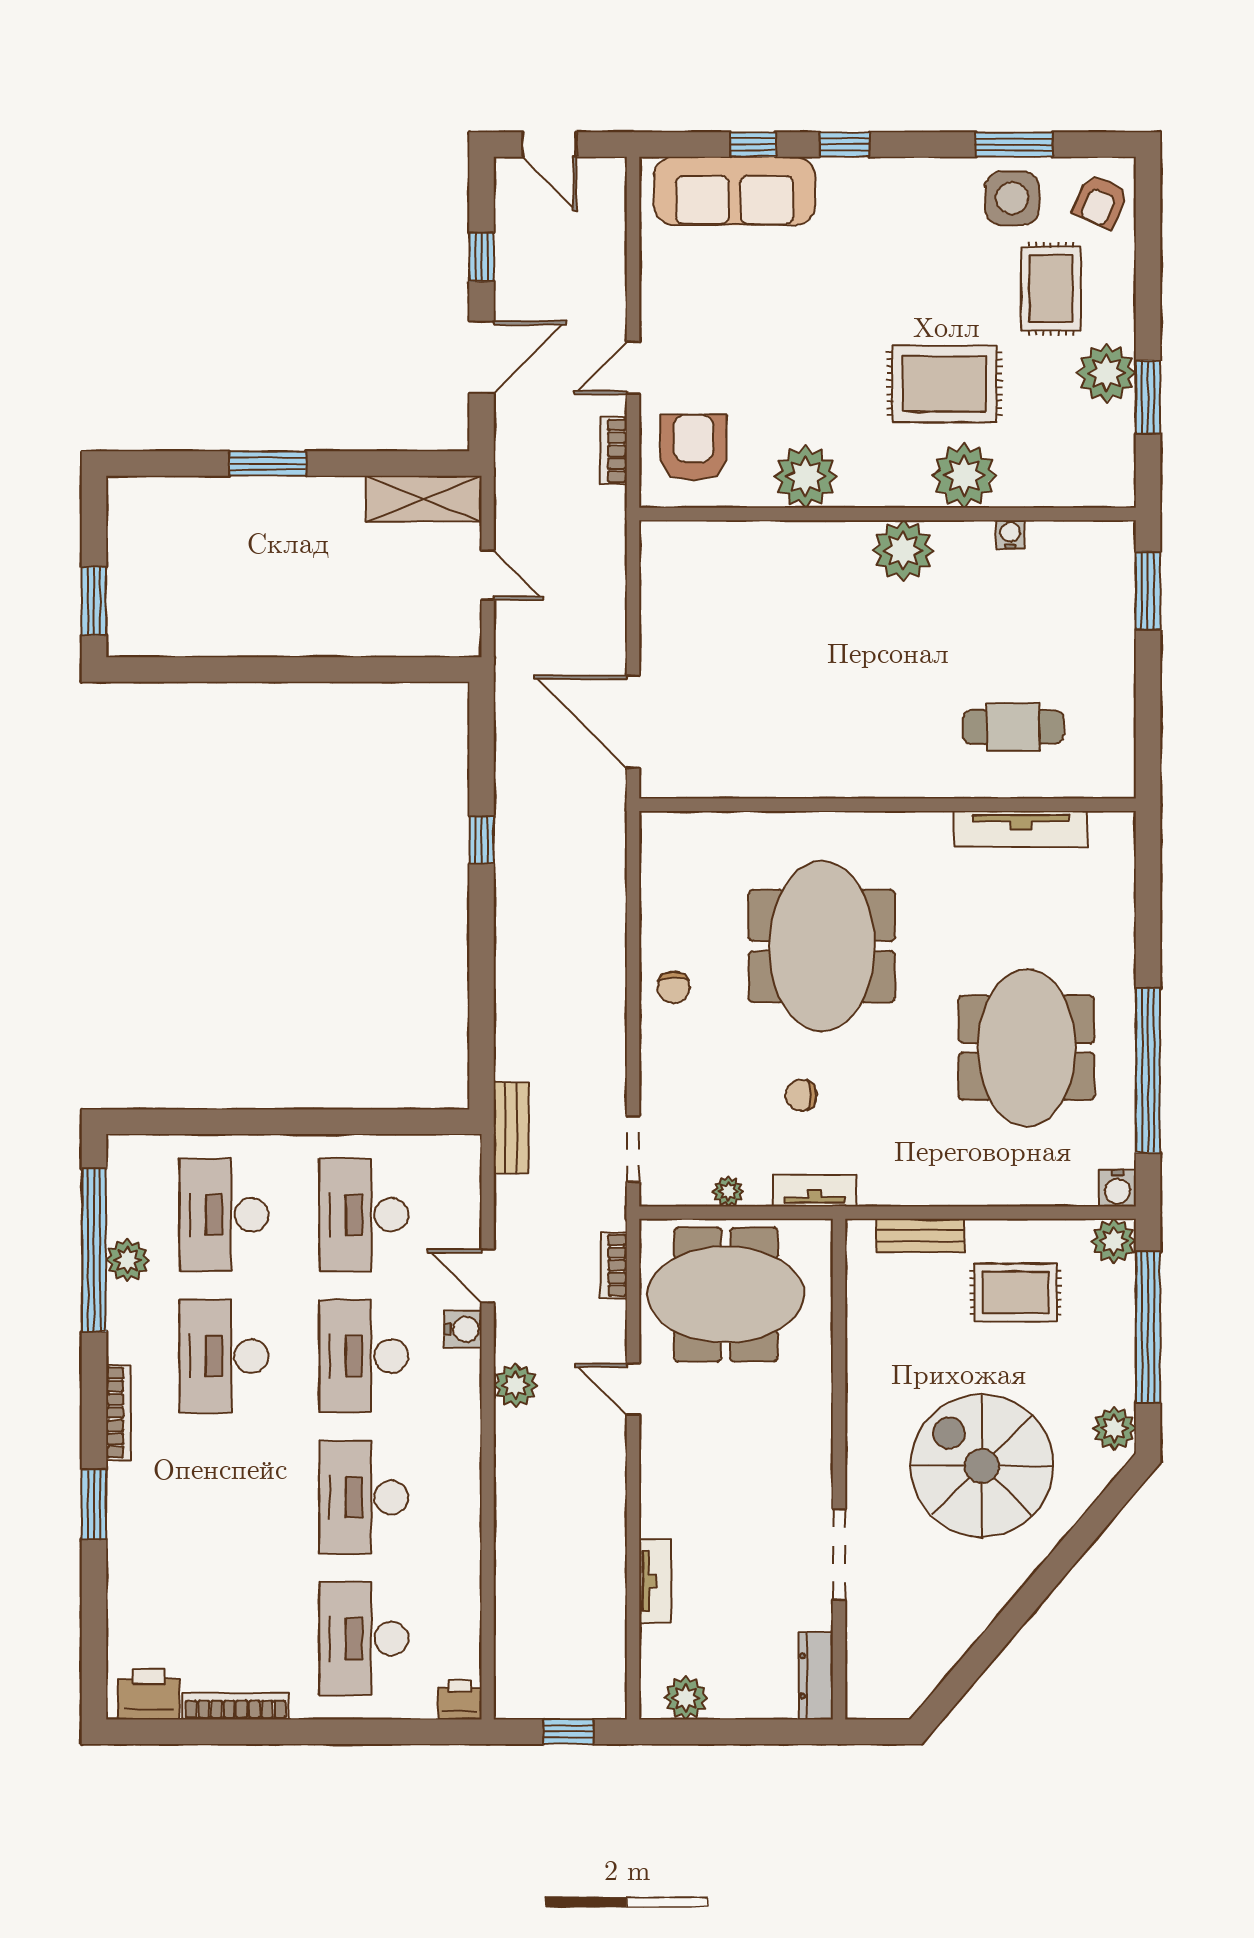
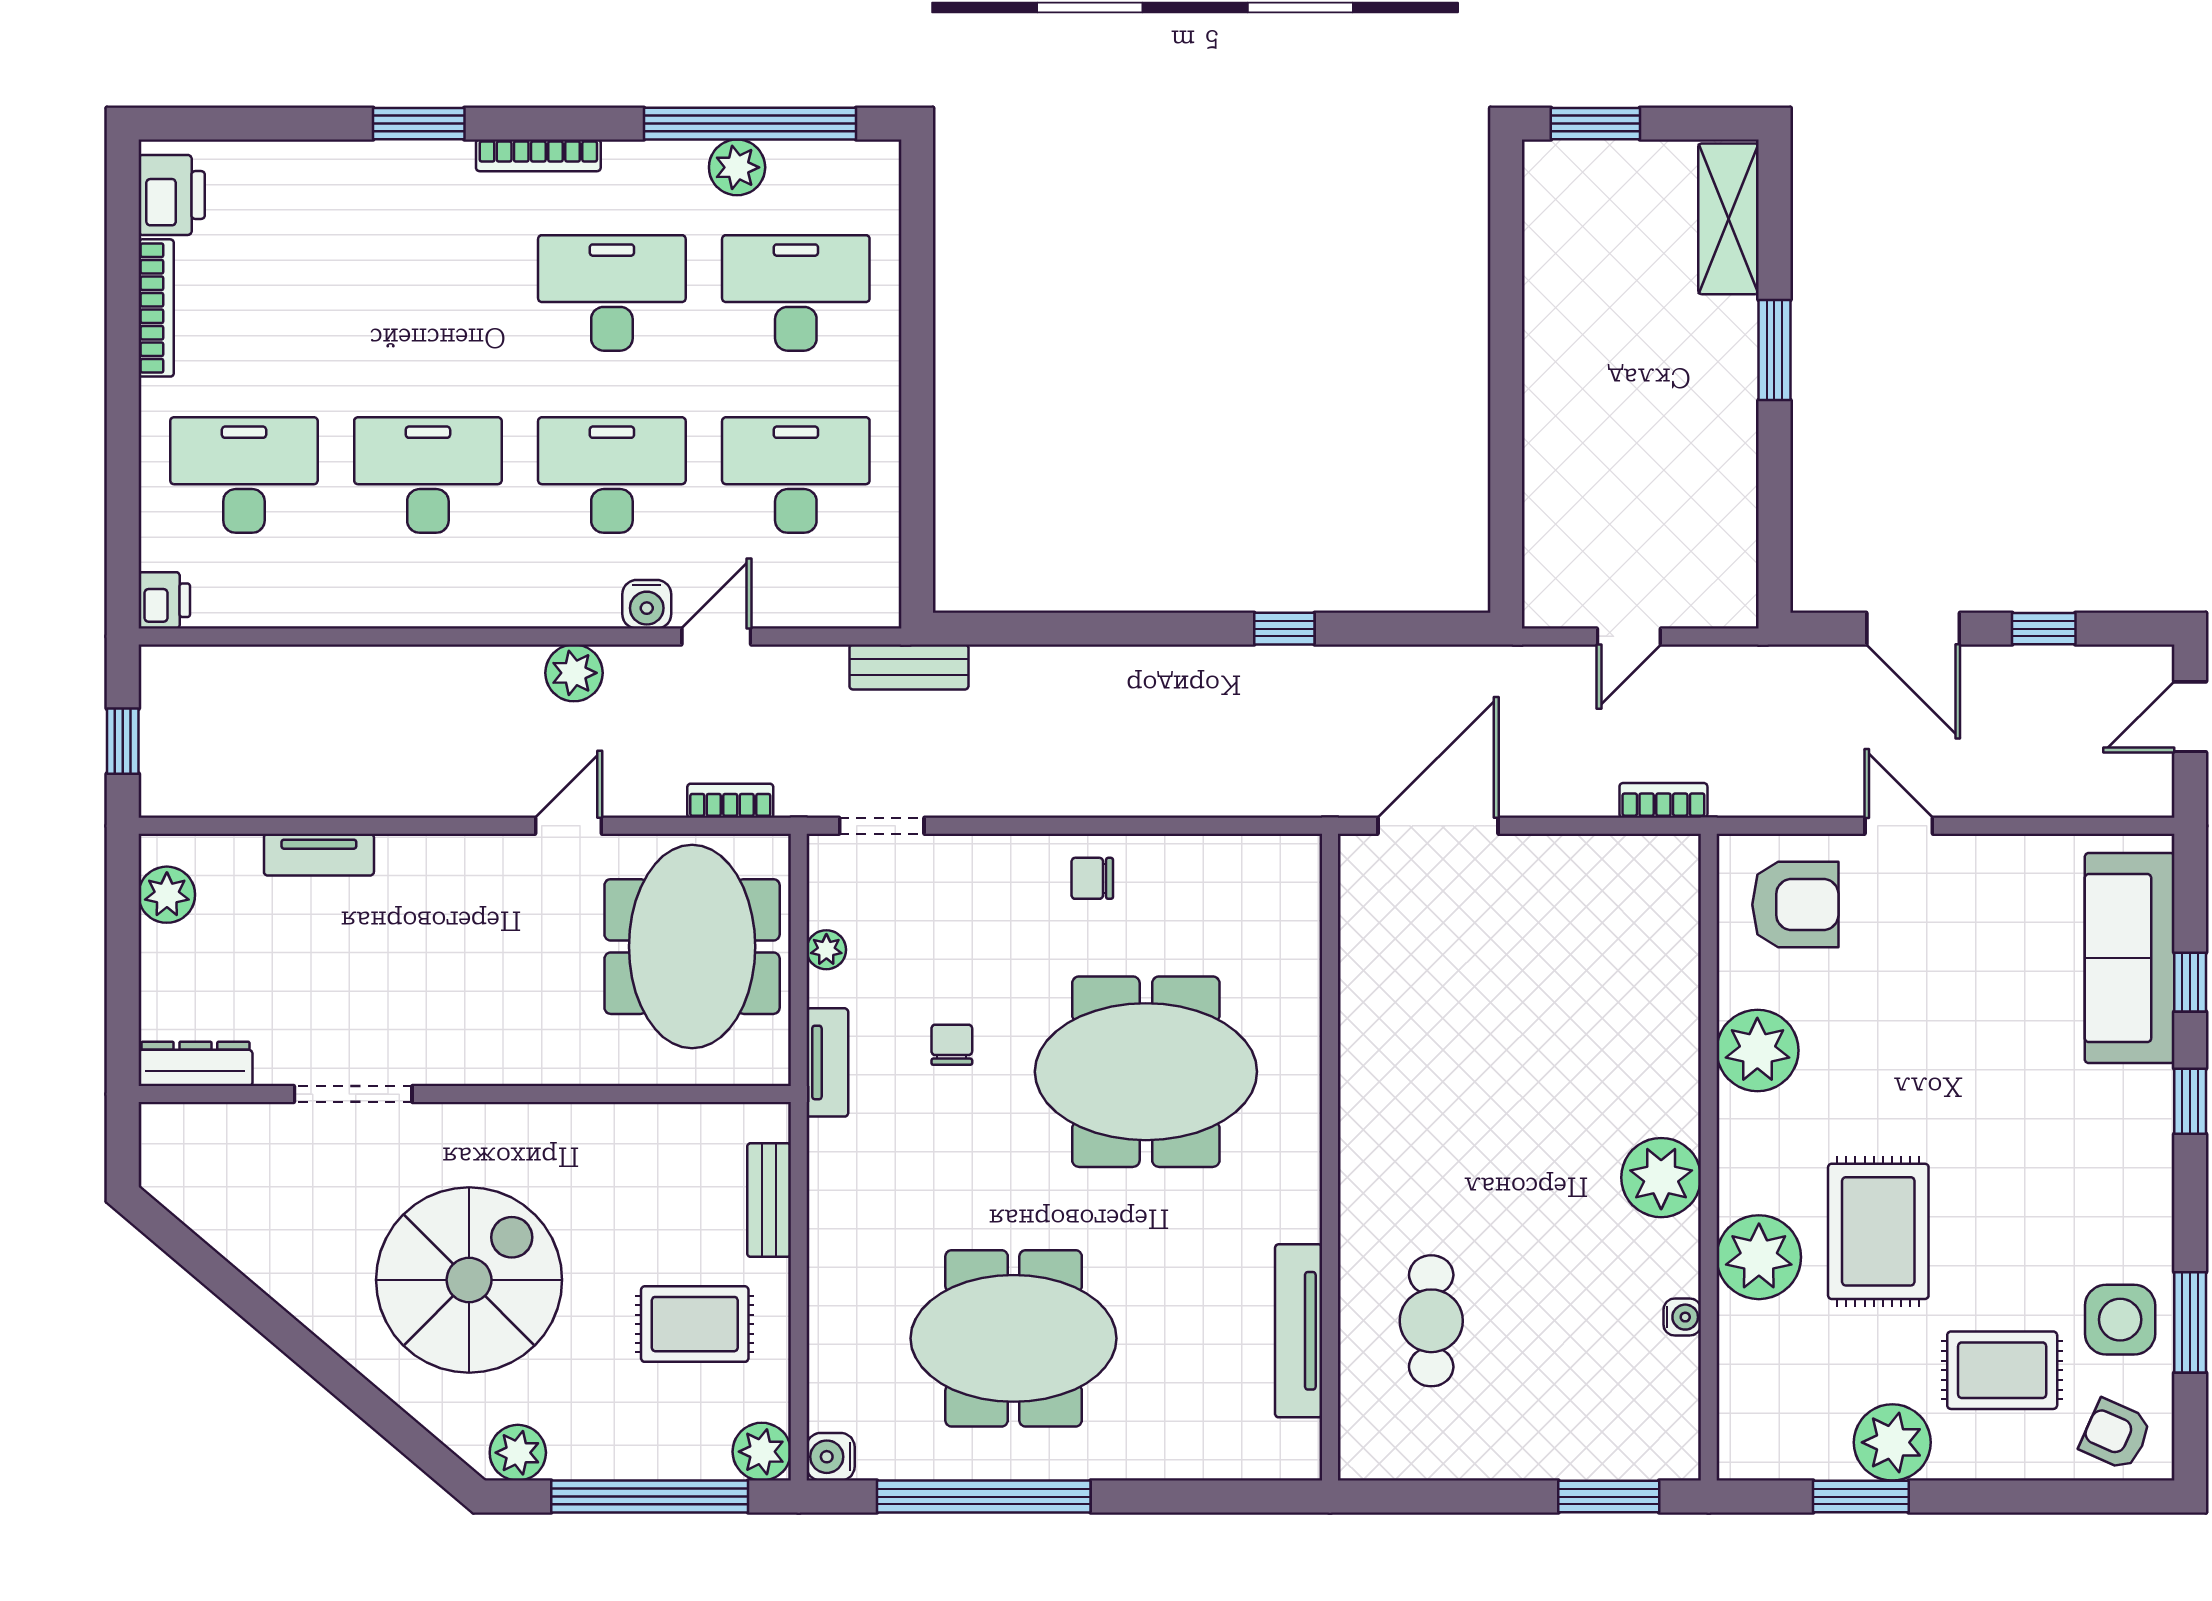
bookcase: (614, 451) -> (1663, 800), moved
shelving: (424, 499) -> (1729, 219), moved
rug: (1016, 1292) -> (695, 1324), turned 90

